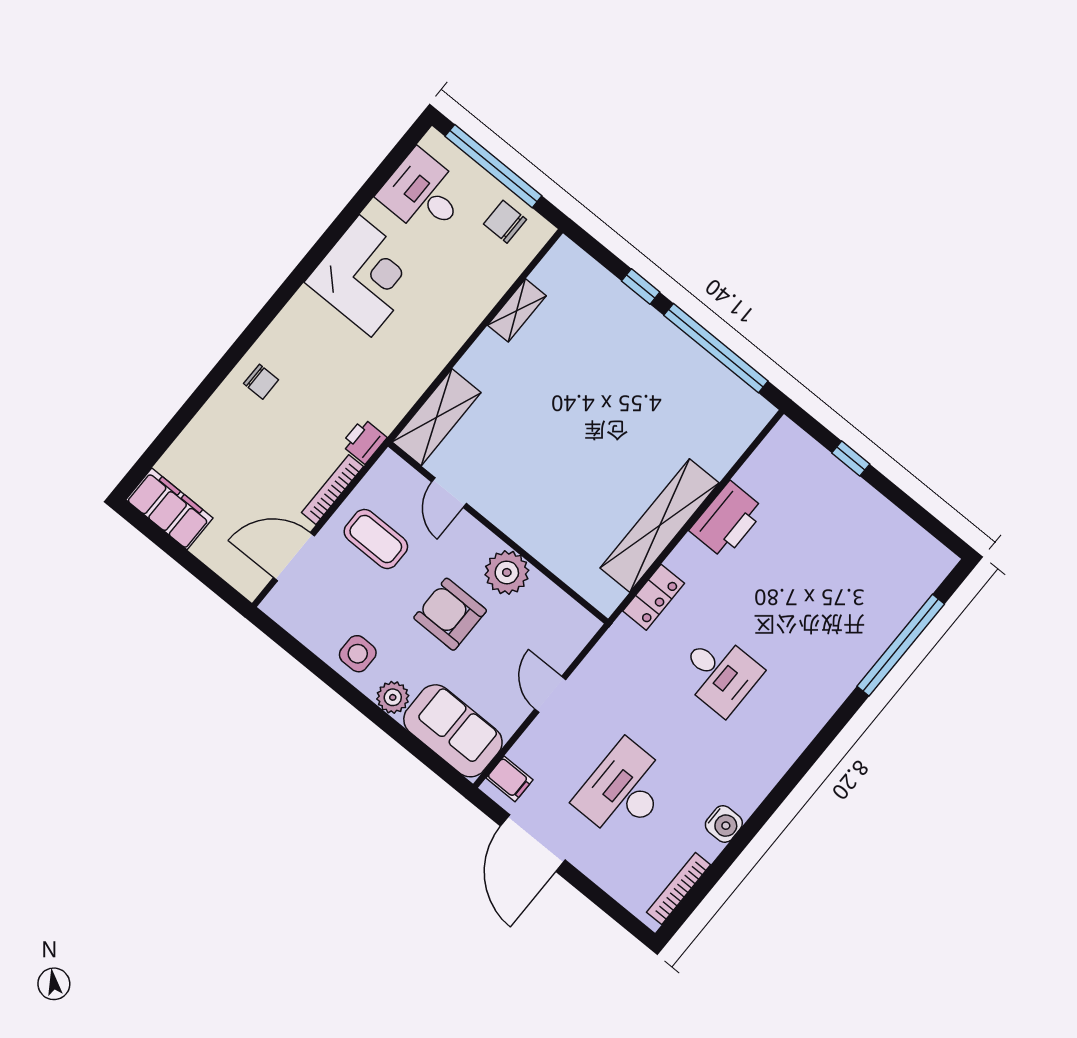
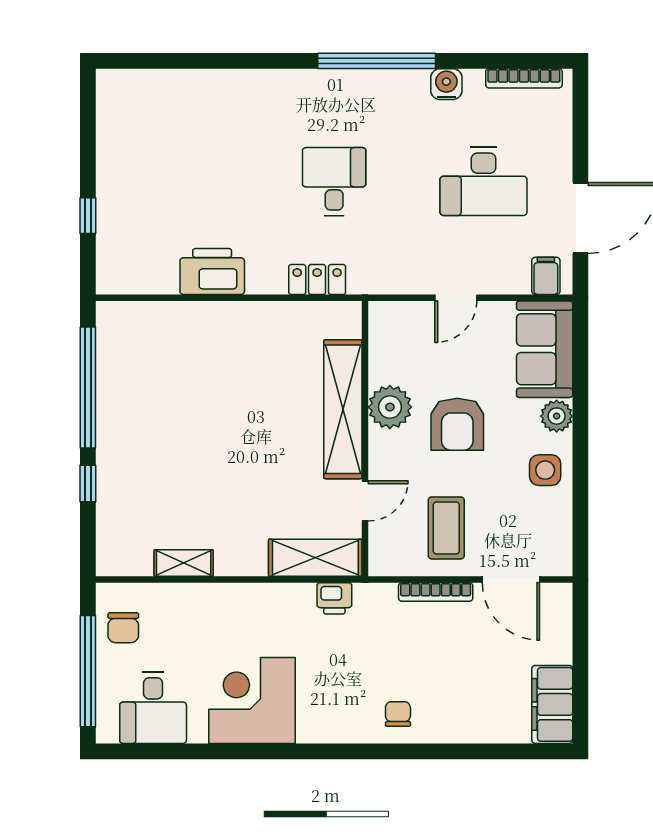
printer: (364, 441) -> (334, 598), moved
shelving: (660, 525) -> (343, 409), moved, turned 90
window: (901, 645) -> (377, 61), moved

